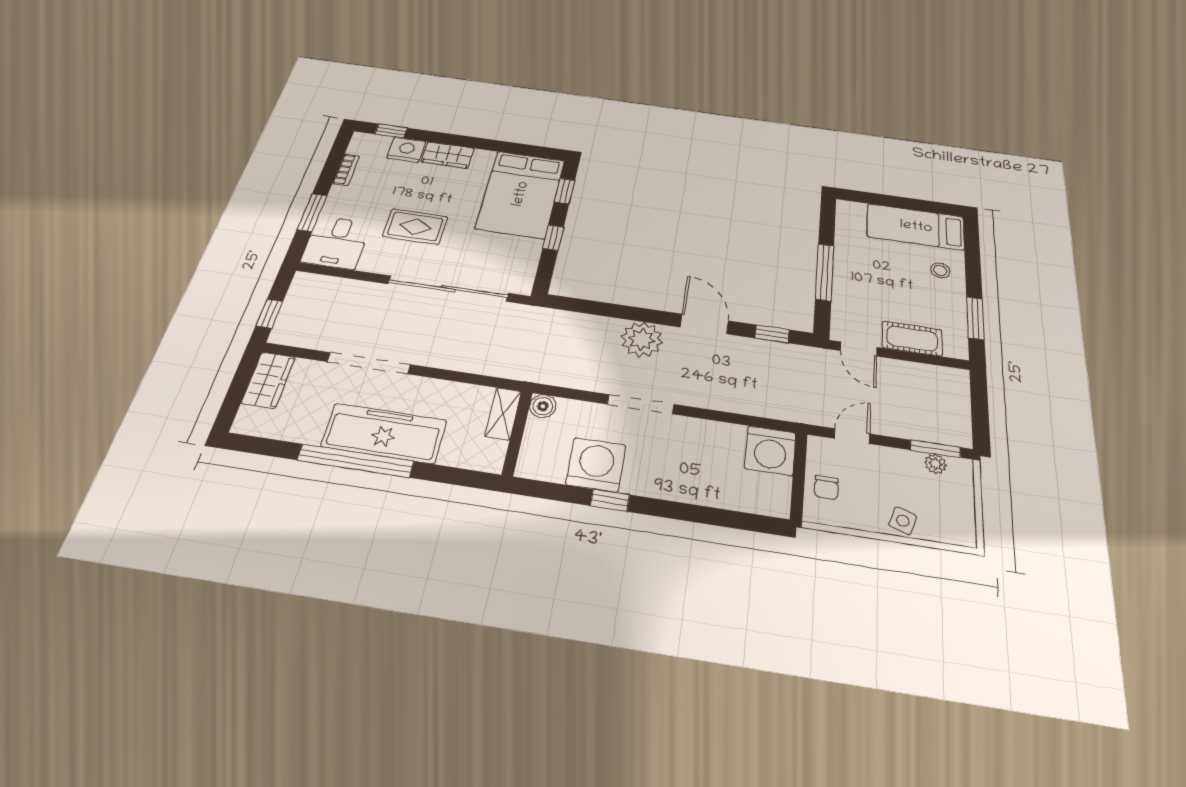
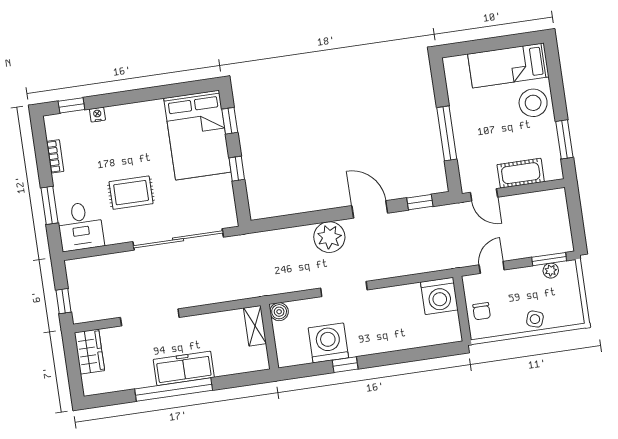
nightstand: (406, 150) -> (97, 115), width x0.53, depth x0.56
wardrobe: (448, 155) -> (126, 115), removed
stool: (940, 270) -> (533, 103), width x1.89, depth x1.89
freezer: (384, 433) -> (184, 368), width x0.73, depth x0.79

